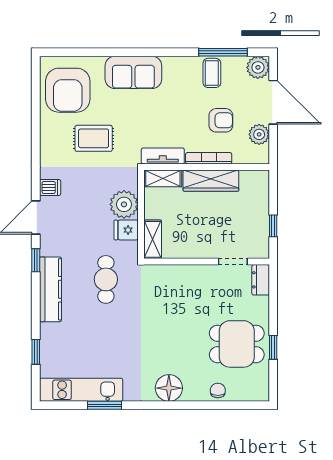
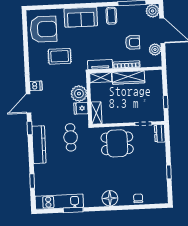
coffee table: (212, 73) -> (111, 16), moved
armchair: (68, 90) -> (43, 29), turned -90
dining table: (237, 344) -> (117, 143), moved

